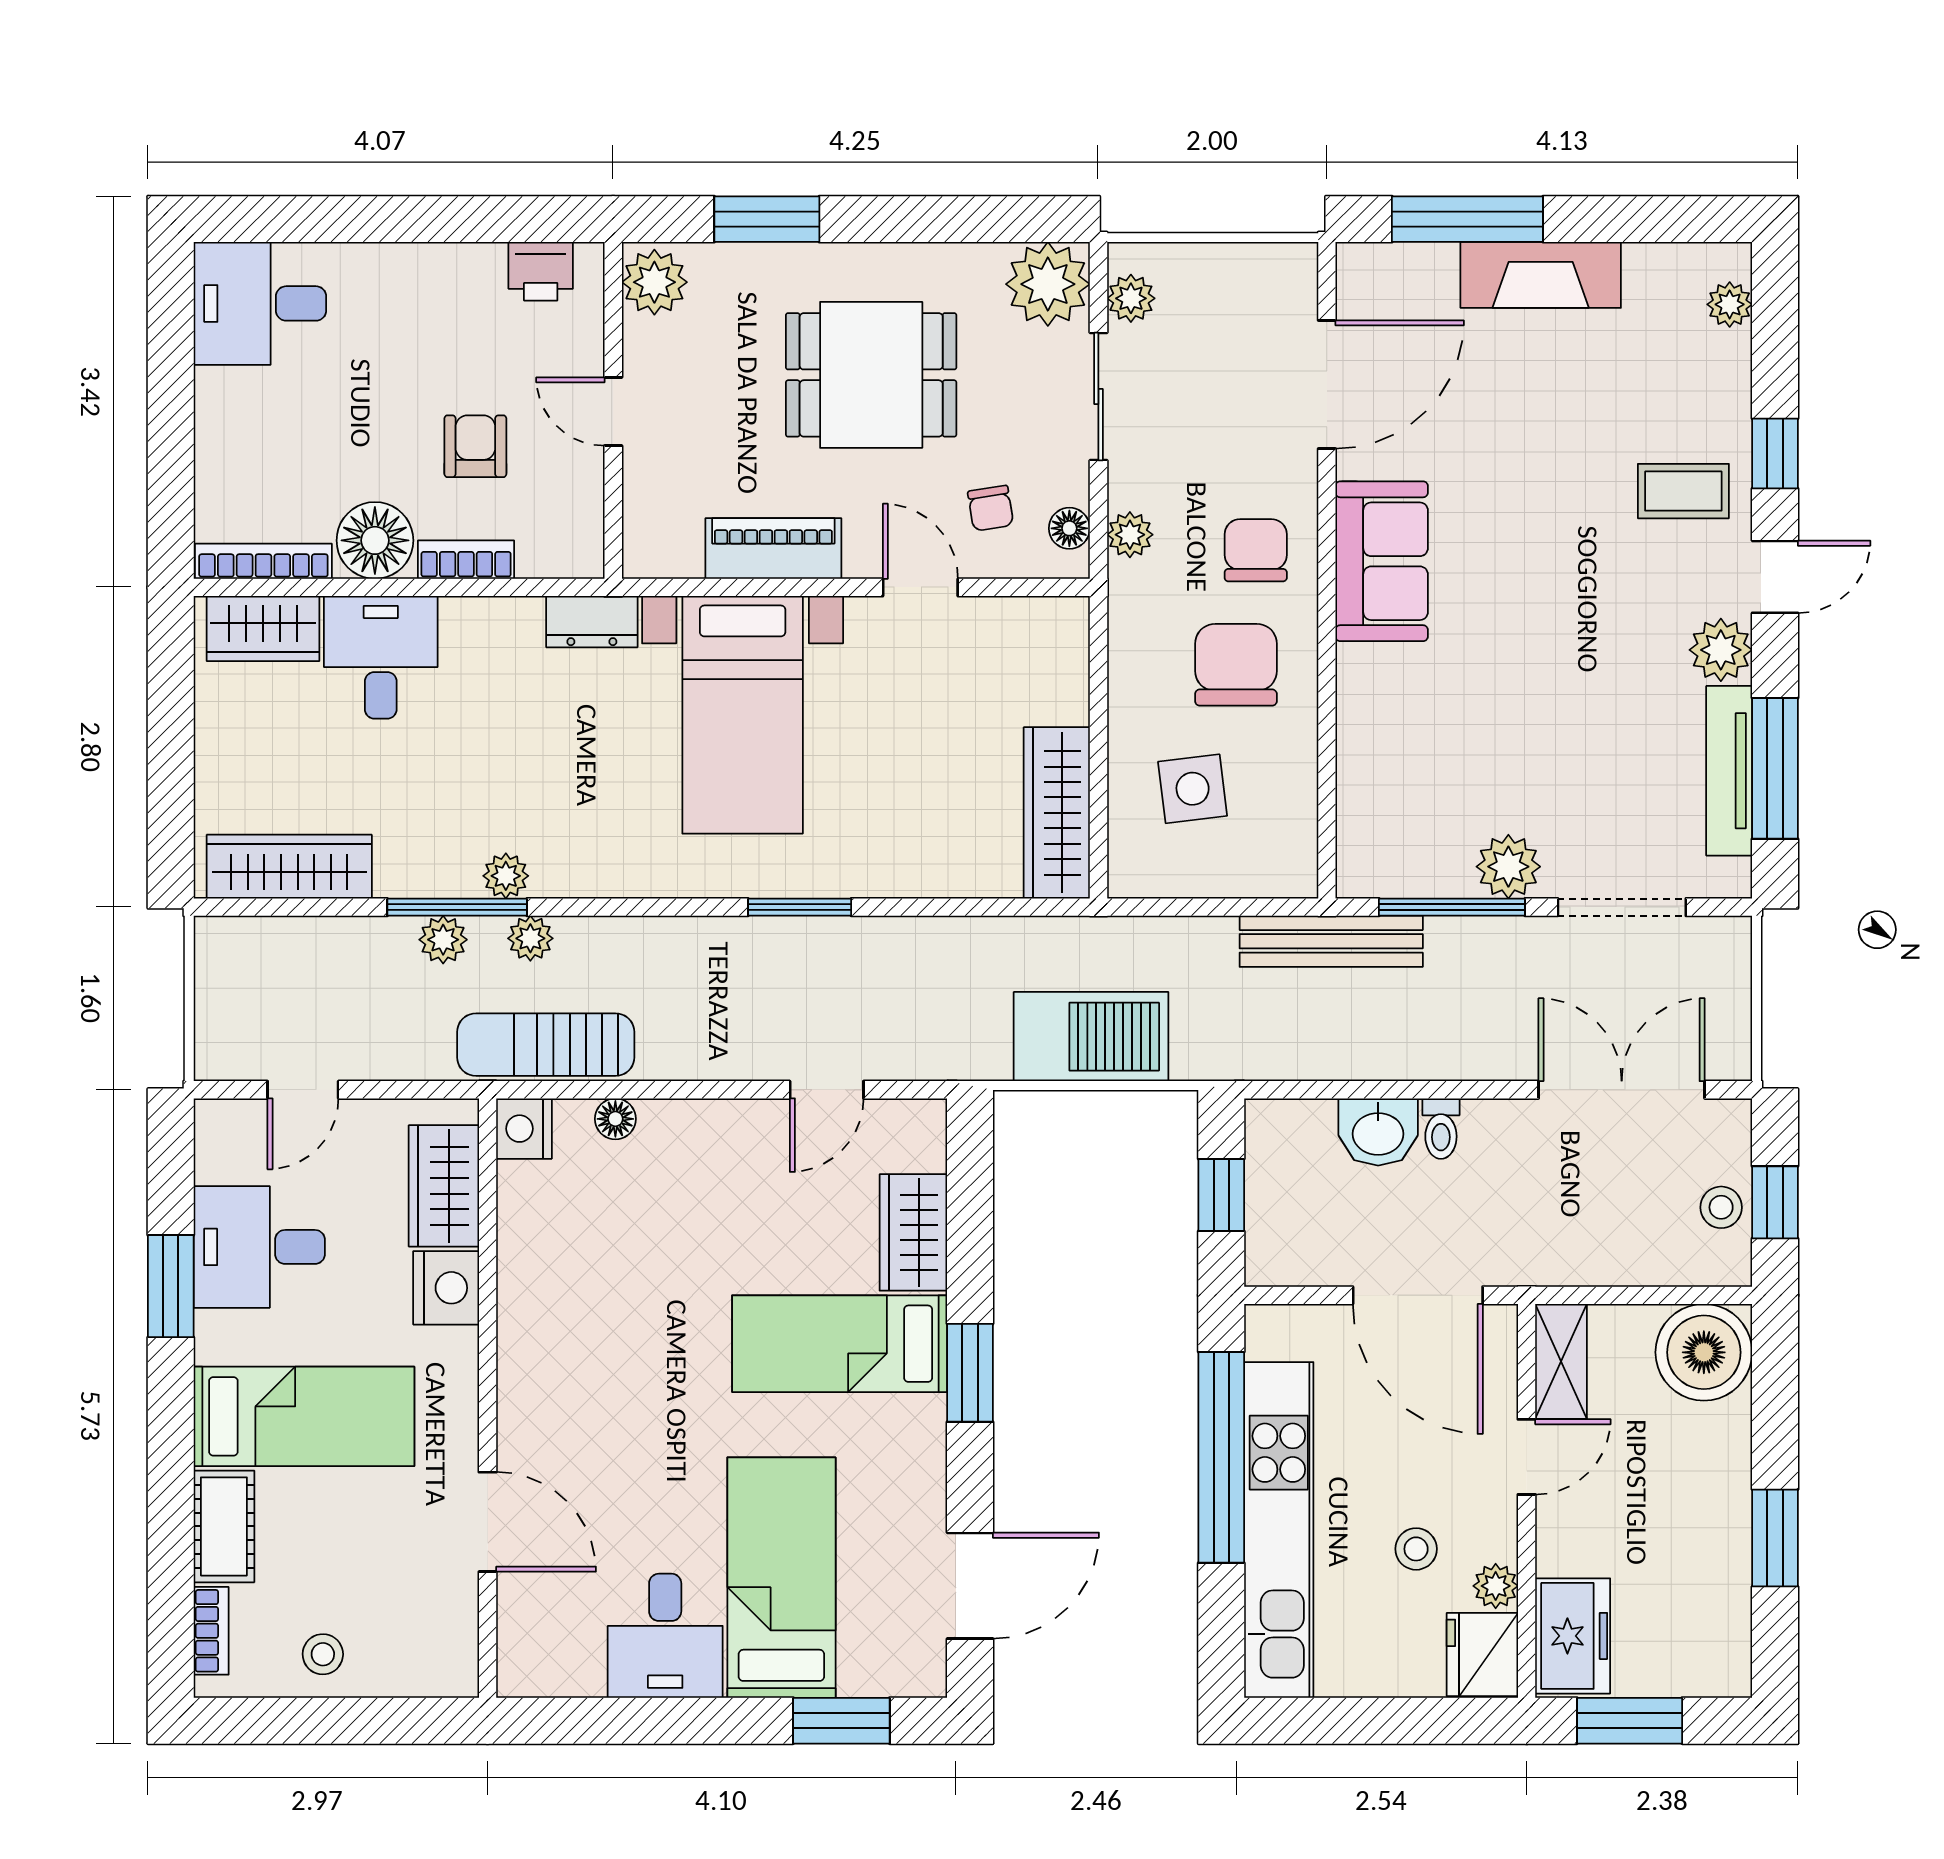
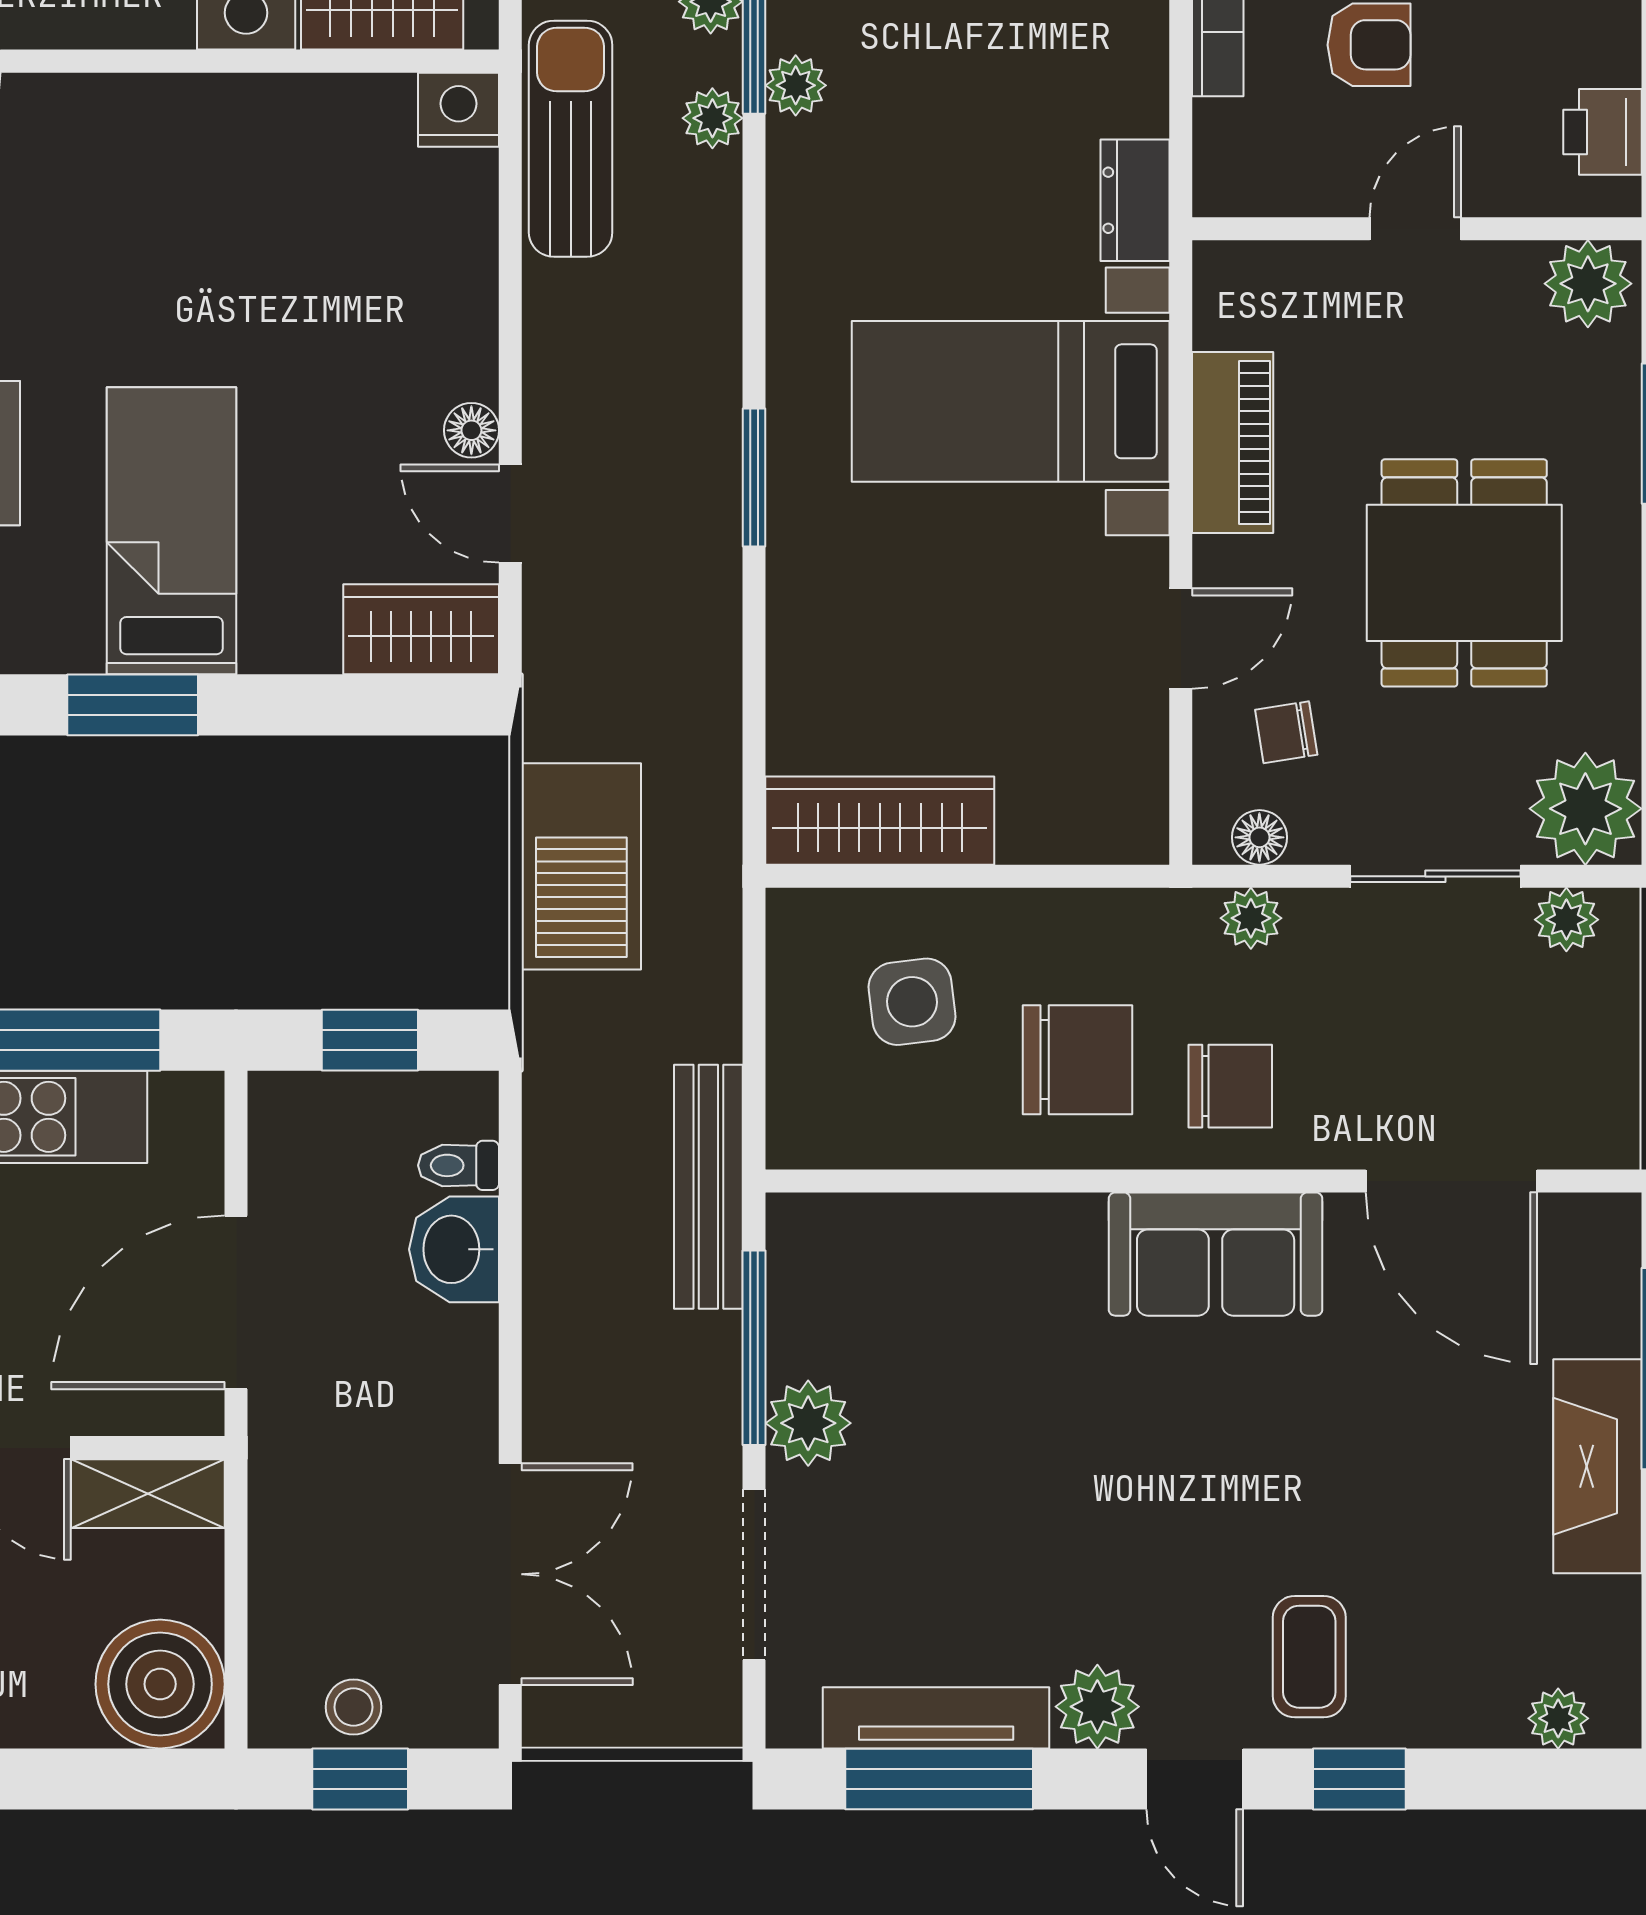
floor lamp: (615, 1119) -> (471, 430), moved
toilet: (1441, 1129) -> (458, 1165), moved
wardrobe: (913, 1232) -> (421, 629), moved

